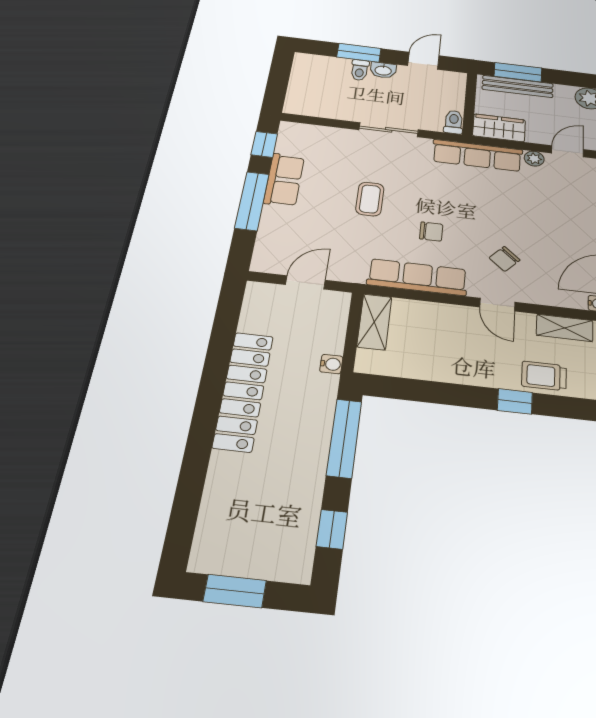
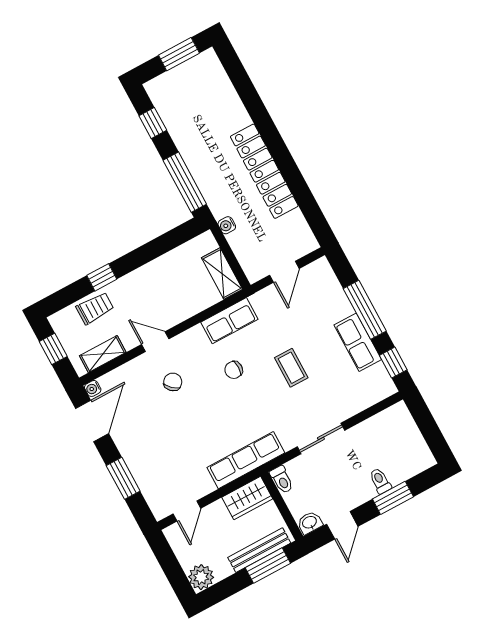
washbasin: (383, 70) -> (310, 523), moved
plant: (534, 159) -> (206, 486), removed
row of seats: (417, 277) -> (229, 321), width x0.68

